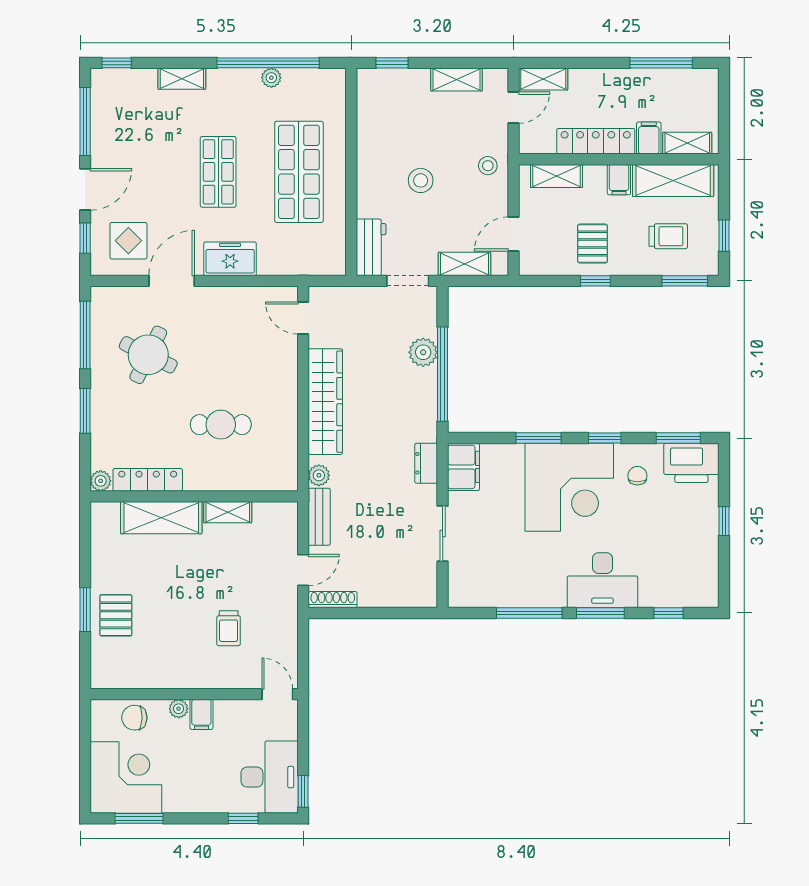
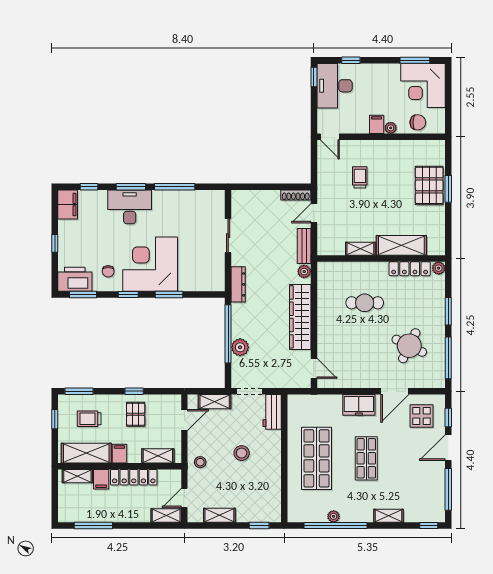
dresser: (426, 463) -> (238, 284), width x1.44
filing cabinet: (463, 467) -> (68, 205), moved, turned 180
pallet: (116, 615) -> (429, 185), width x1.50, depth x1.42

